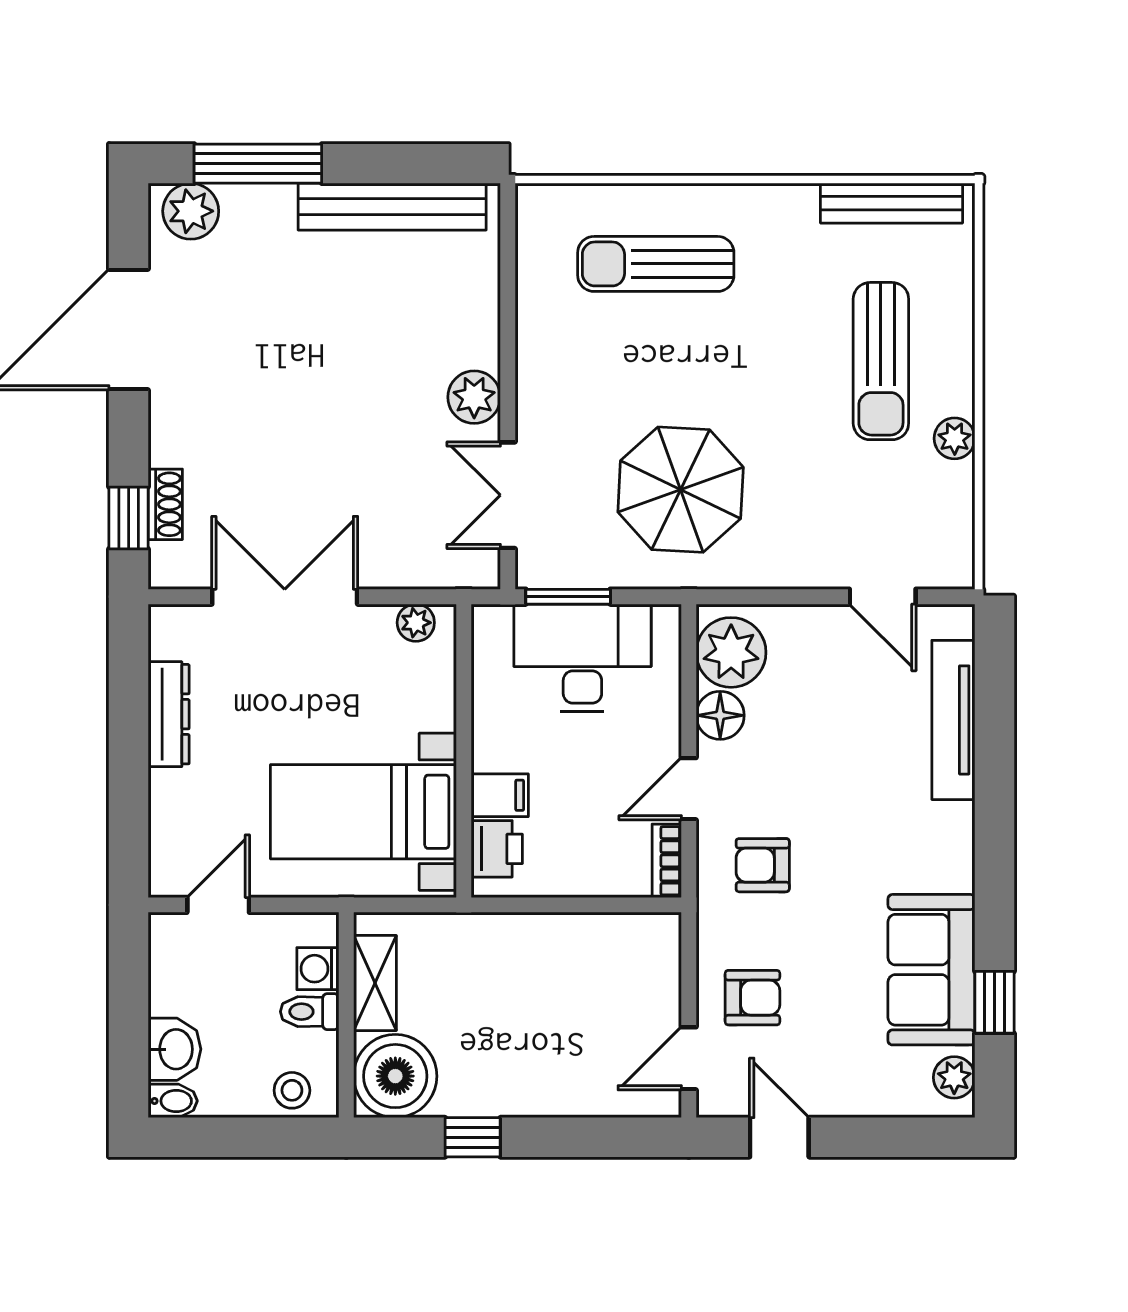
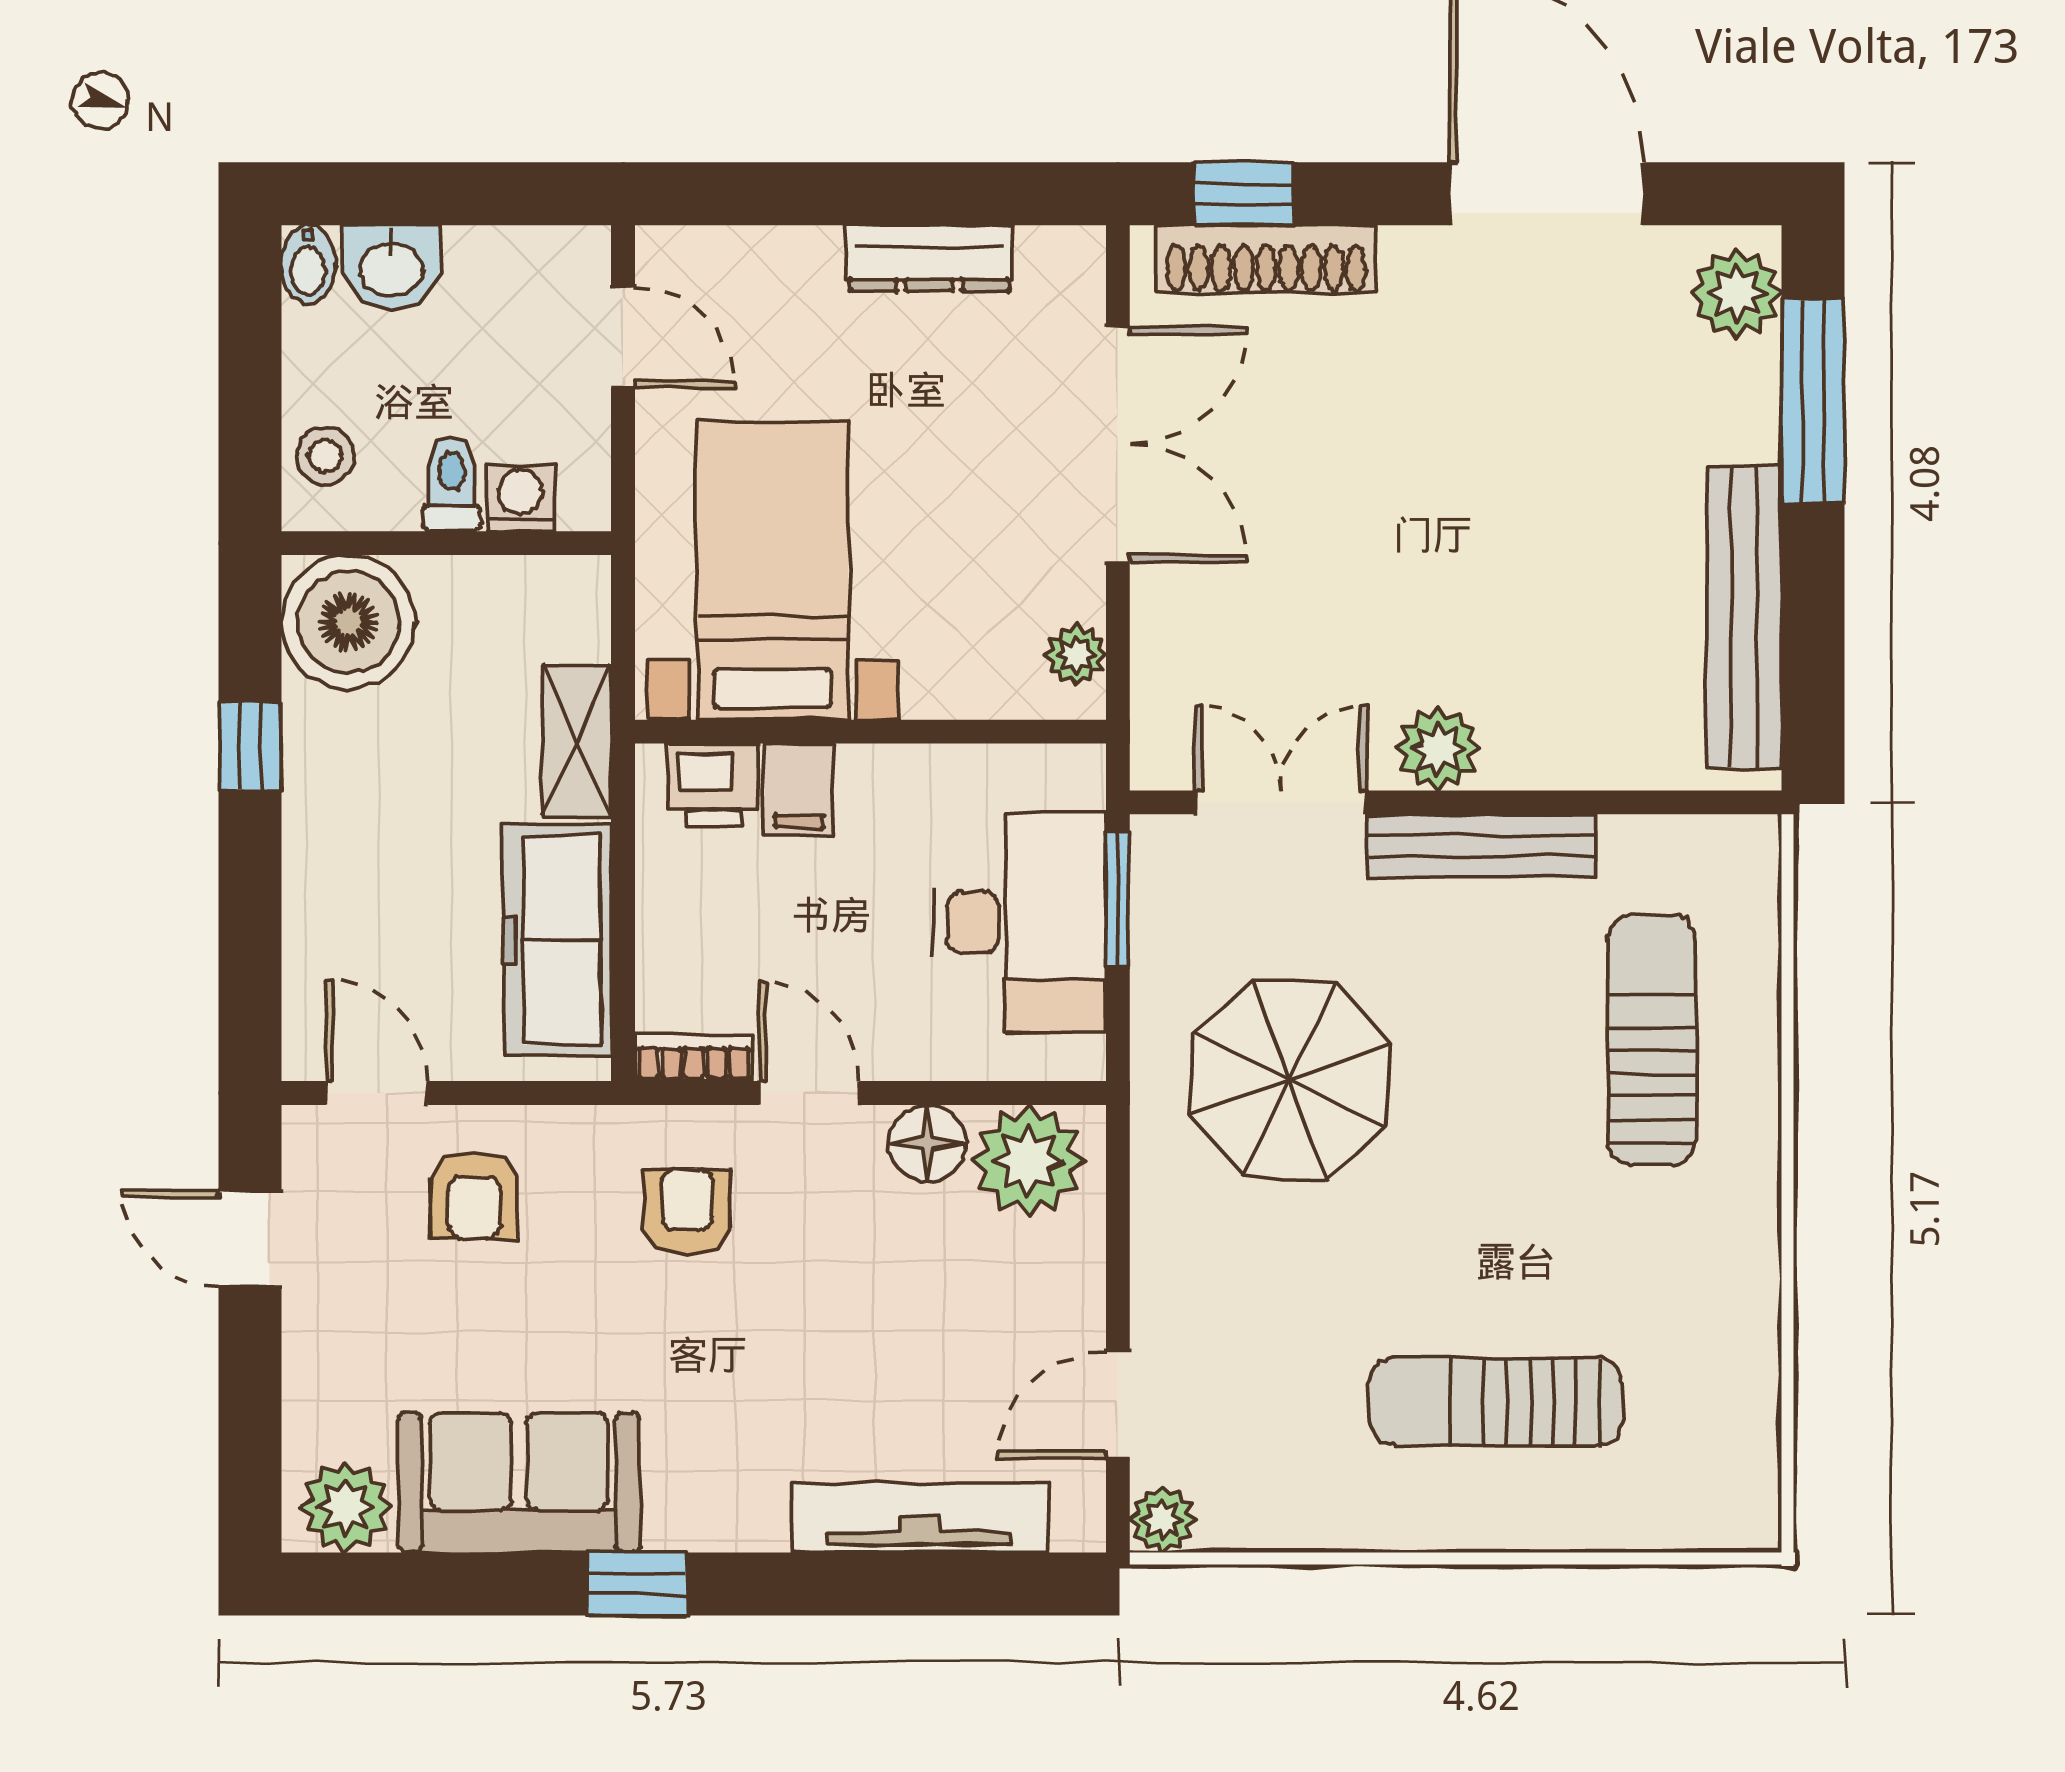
bench: (891, 203) -> (1481, 846), moved, turned 90
plant: (955, 438) -> (1162, 1520), moved
shoe rack: (165, 504) -> (1266, 259), width x1.94, depth x1.24
freezer: (593, 946) -> (557, 940), added
shelving: (375, 983) -> (577, 741), moved, turned 90
window: (995, 1002) -> (637, 1584), moved
plant: (954, 1077) -> (346, 1507), width x1.38, depth x1.38
door: (779, 1137) -> (250, 1238), swing flipped

